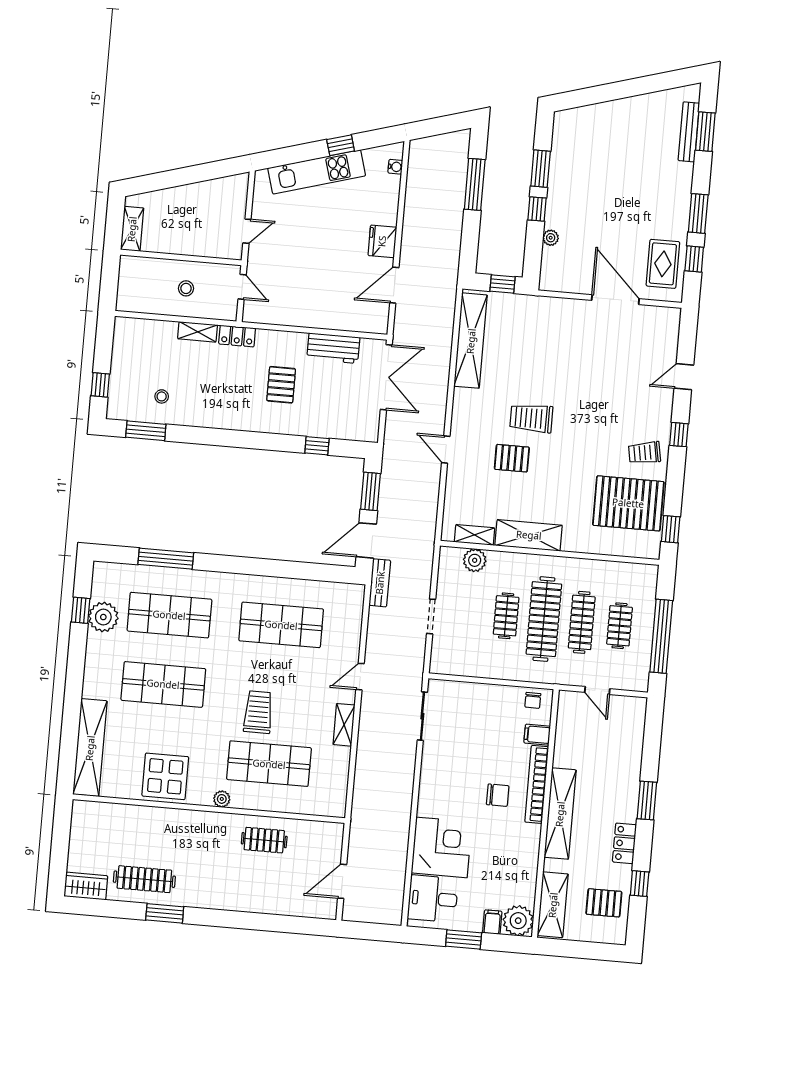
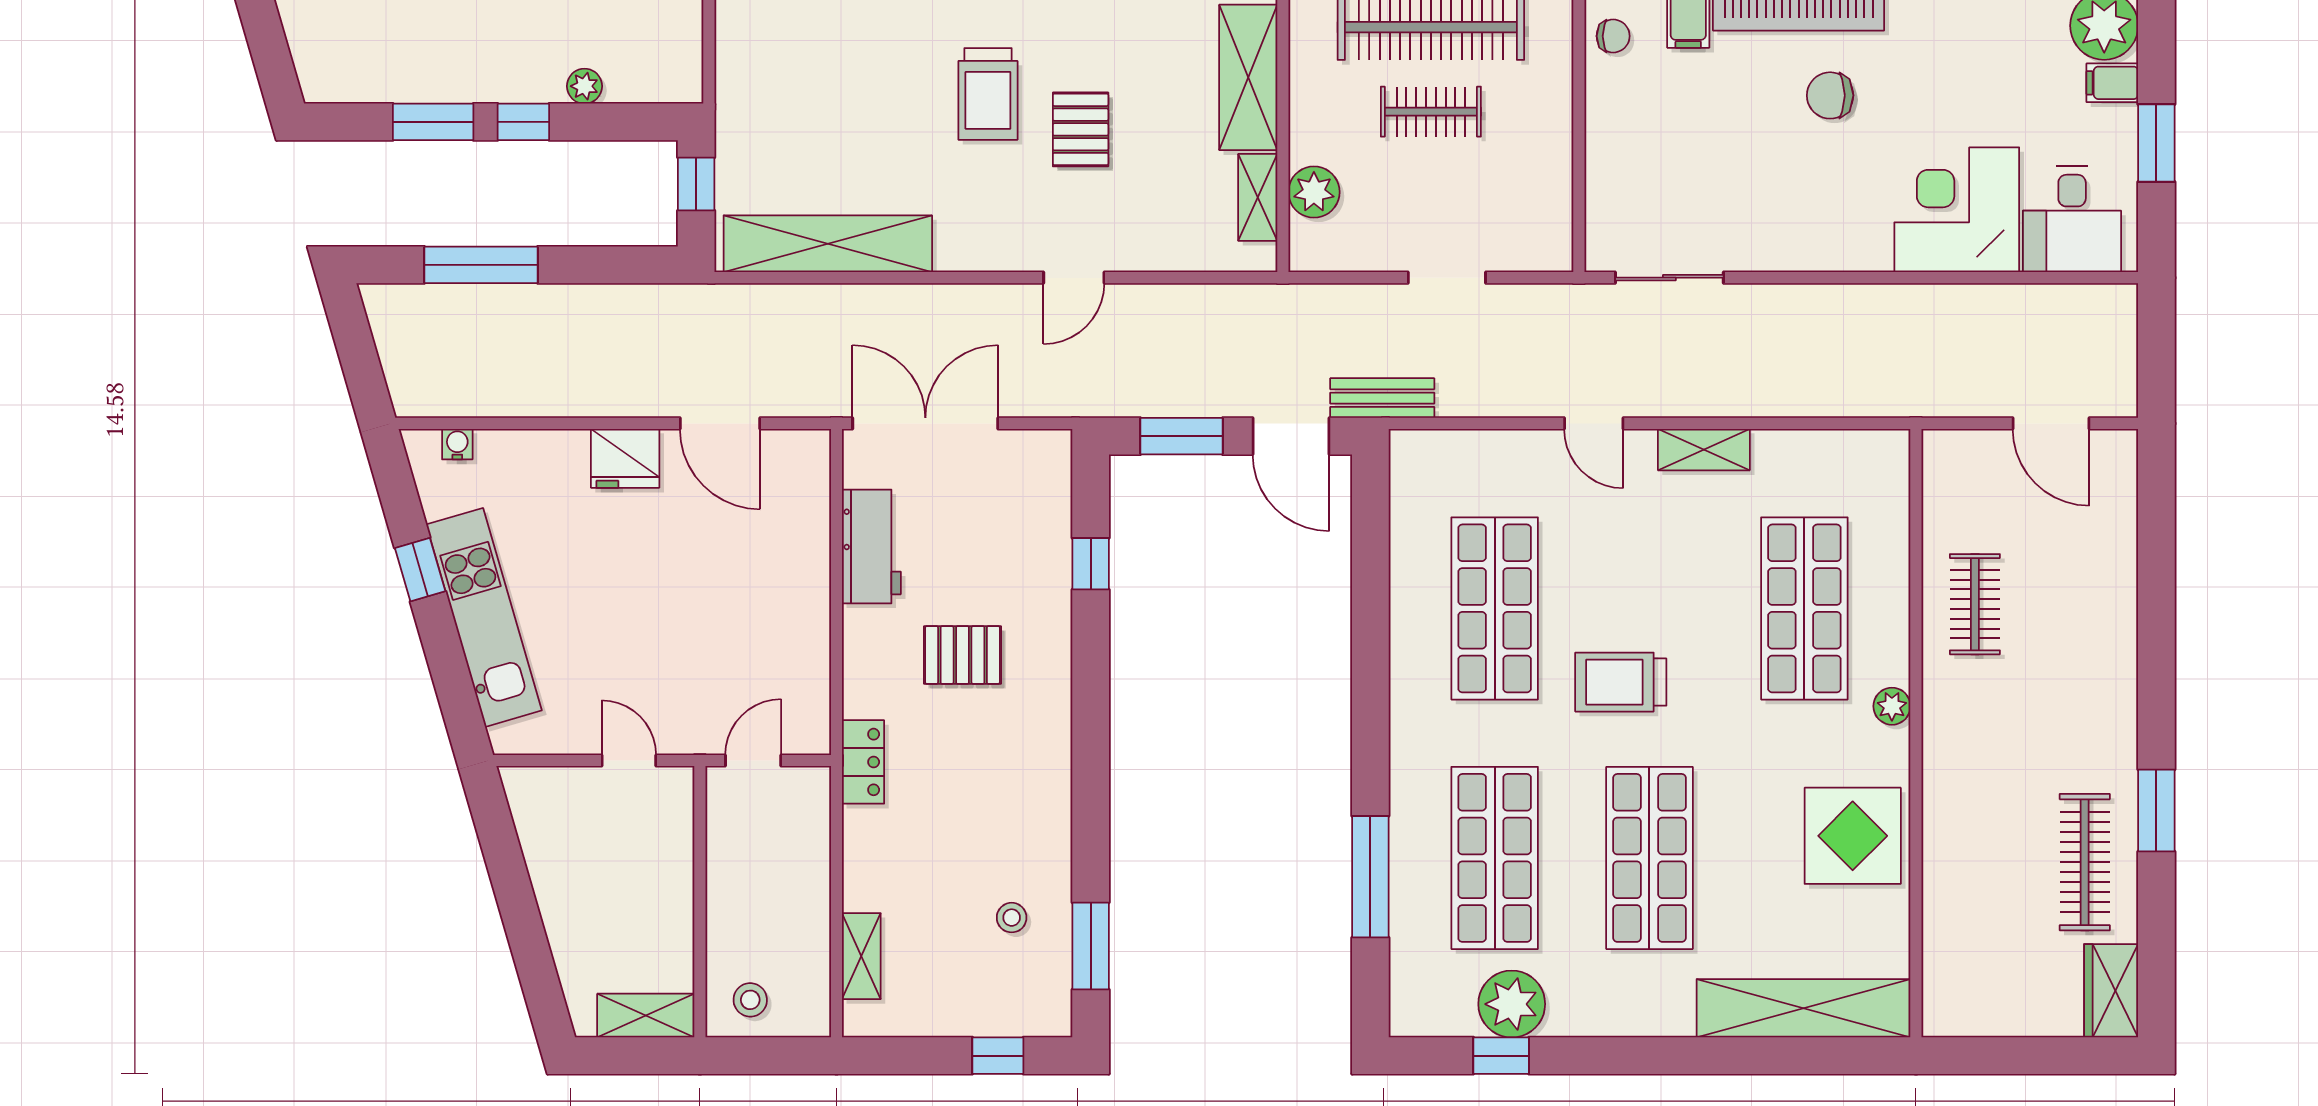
stool: (186, 288) -> (750, 1000), moved
shelving: (198, 332) -> (861, 956), moved
trolley: (258, 712) -> (1621, 682), moved
chair: (498, 795) -> (1830, 95), turned -90

